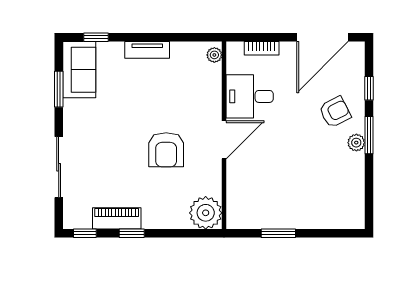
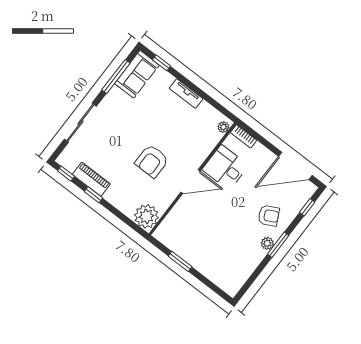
bookcase: (262, 48) -> (244, 136), moved
window: (369, 88) -> (307, 207), moved
window: (59, 89) -> (116, 77), width x1.44

